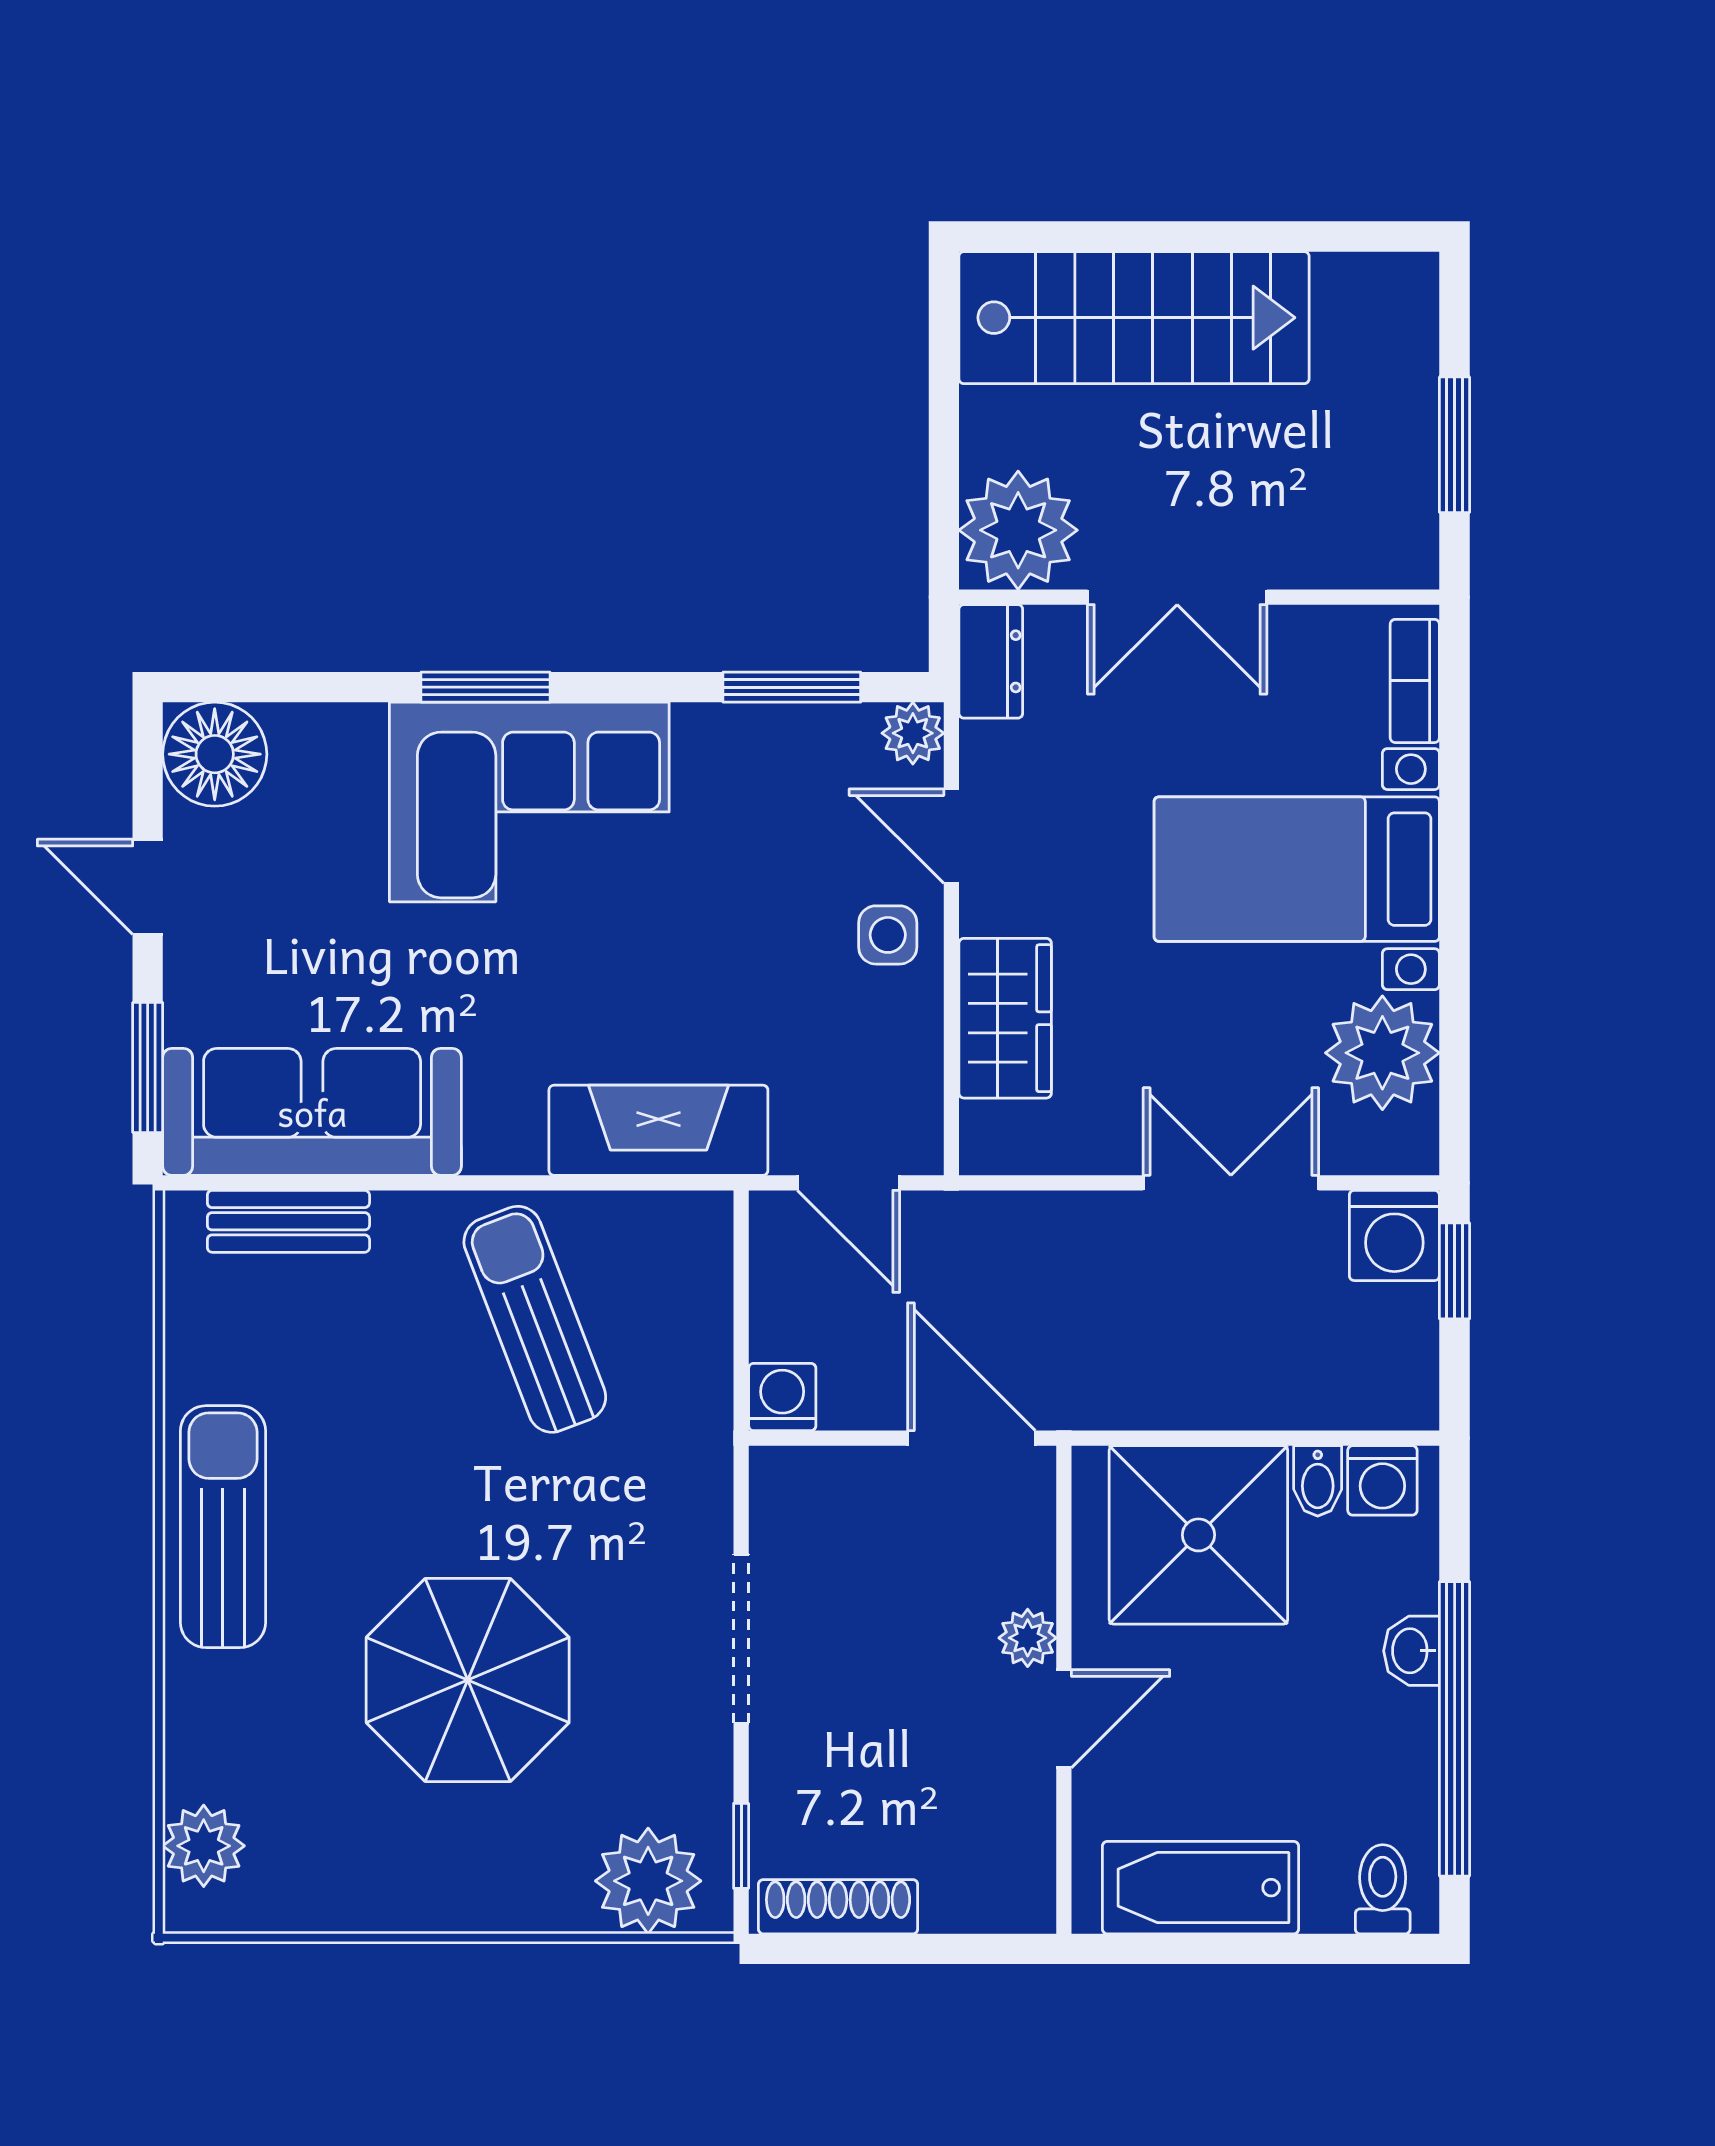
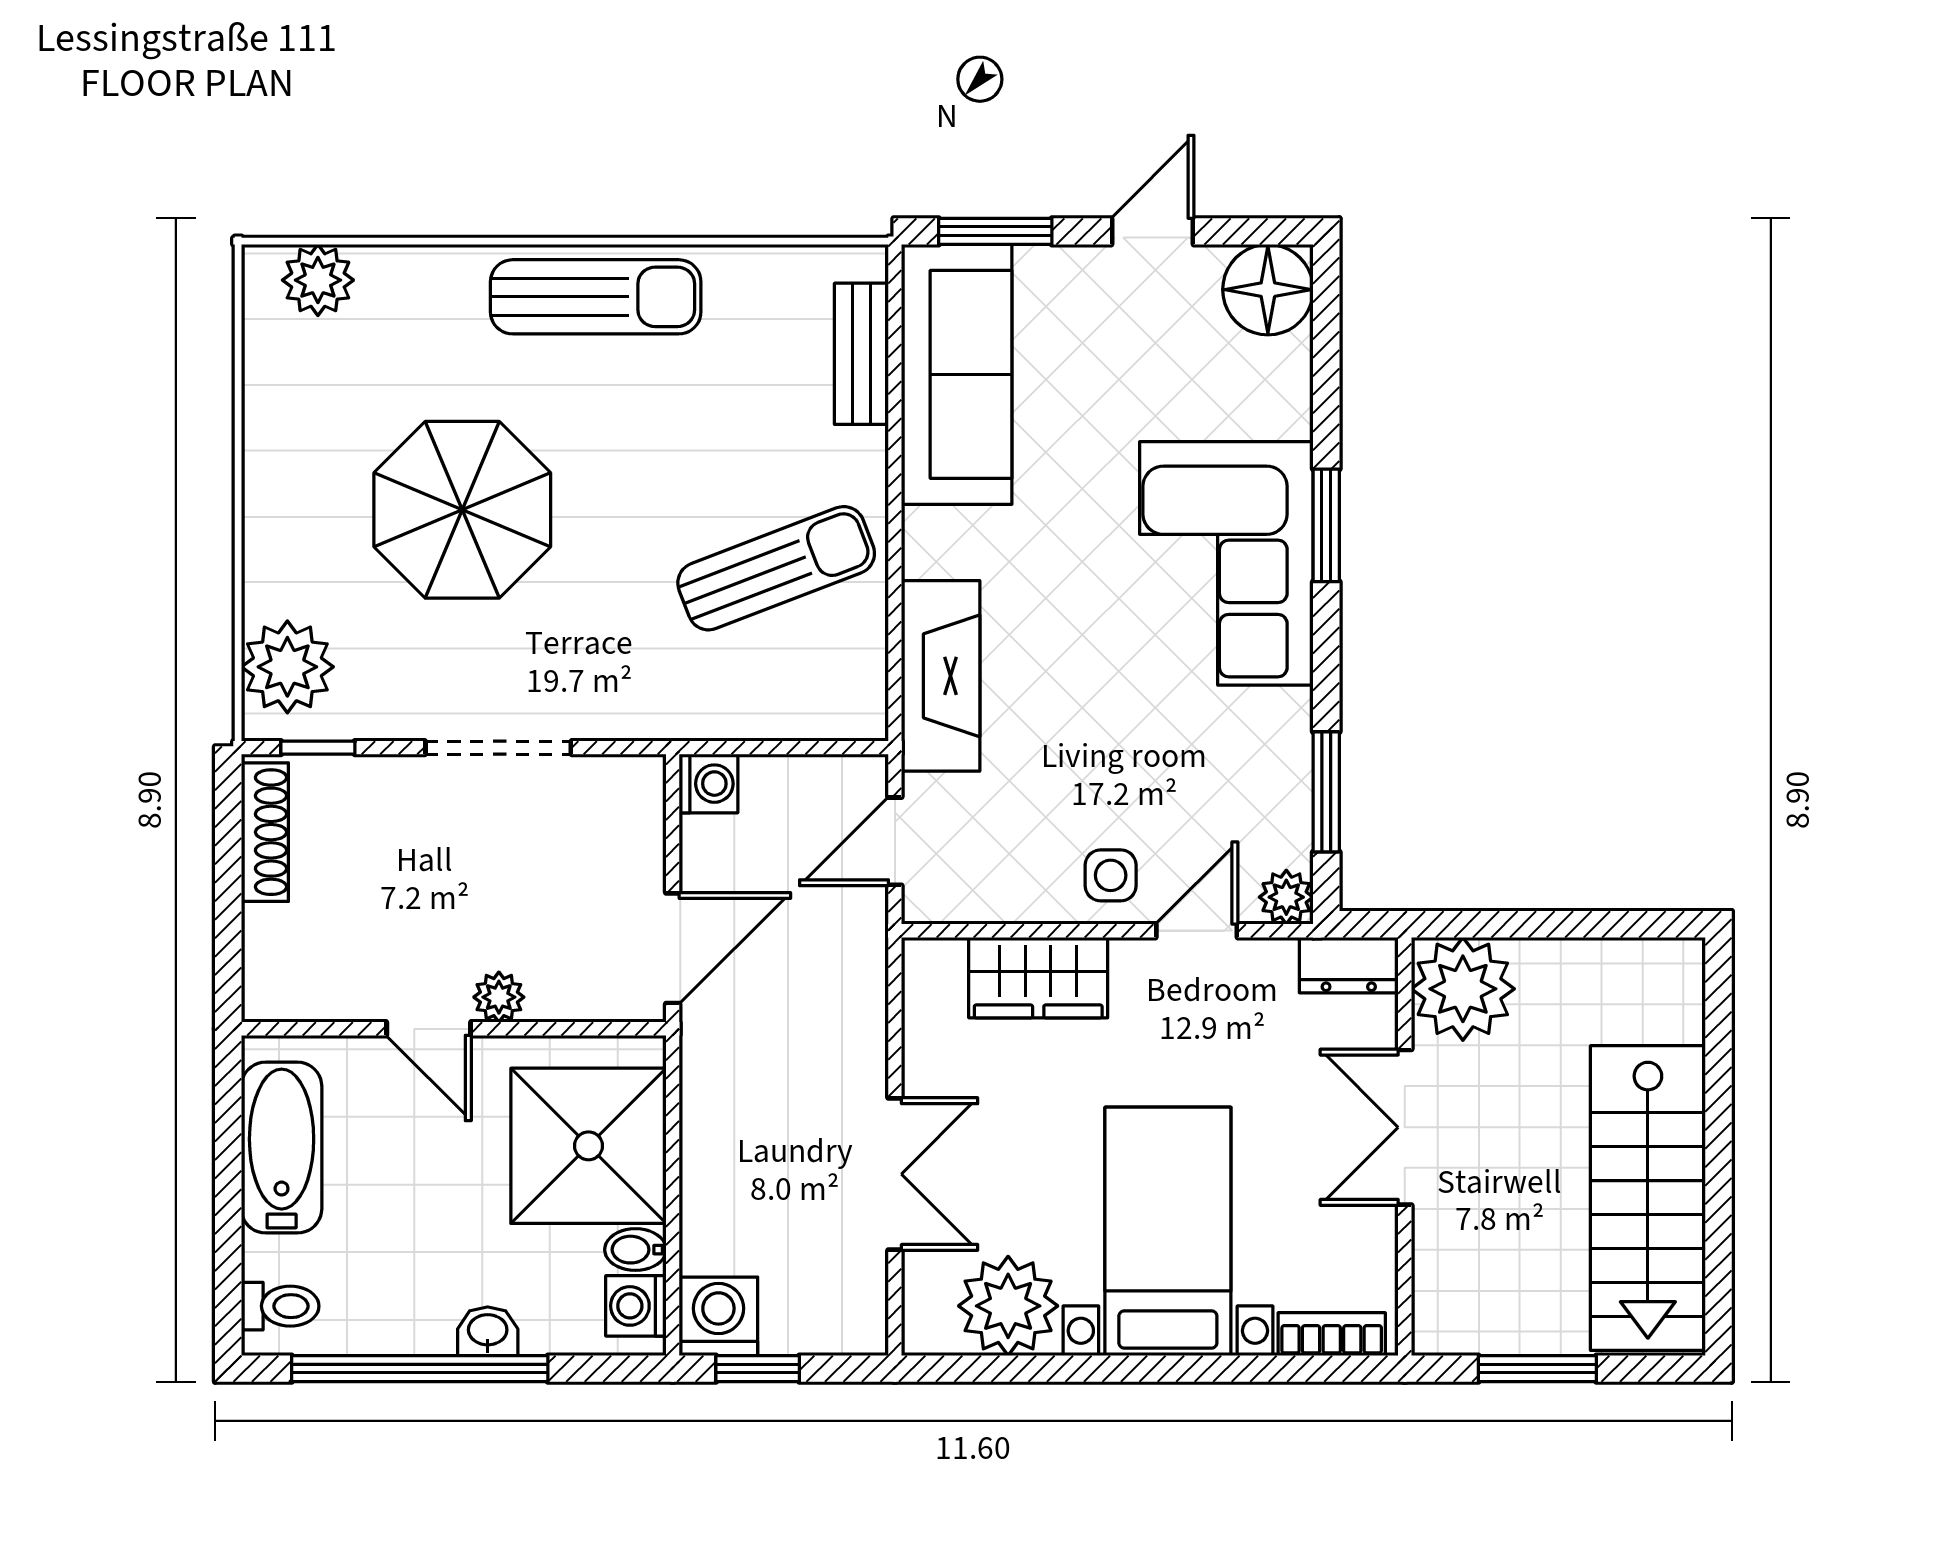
stairs: (1134, 318) -> (1648, 1198), moved
washing machine: (1394, 1235) -> (718, 1316), moved, turned 90
window: (1455, 1271) -> (758, 1369), moved

